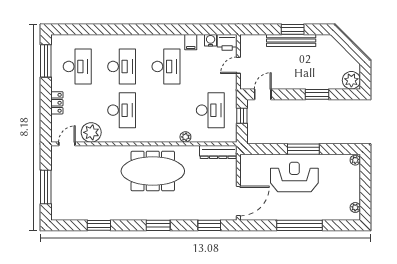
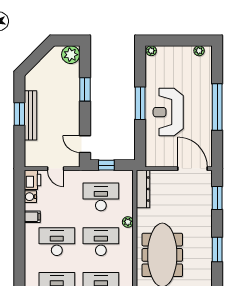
desk: (166, 110) -> (101, 242), added

